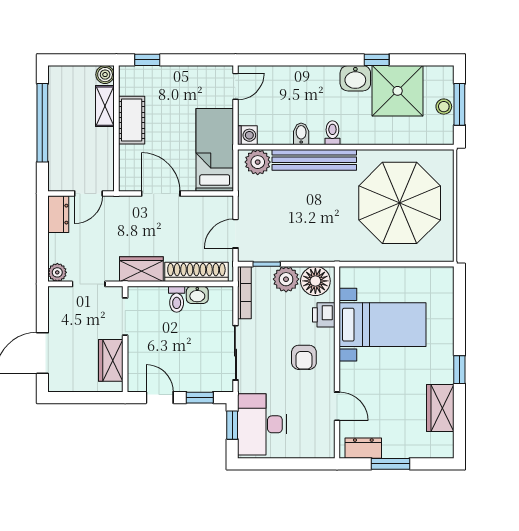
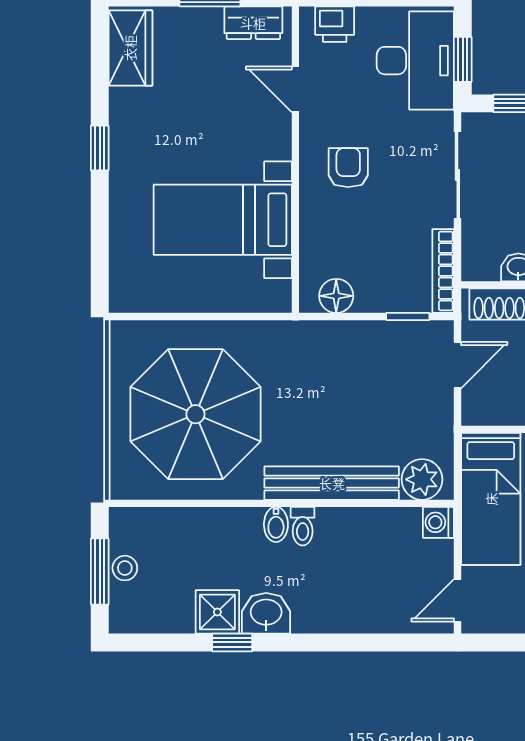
shower: (398, 91) -> (217, 612), width x0.54, depth x0.54
bidet: (301, 134) -> (276, 524), moved
plant: (286, 279) -> (377, 292), removed
floor lamp: (315, 281) -> (336, 296), width x0.73, depth x0.73
printer: (324, 315) -> (335, 24), moved, turned 90
wardrobe: (440, 408) -> (130, 48), moved

